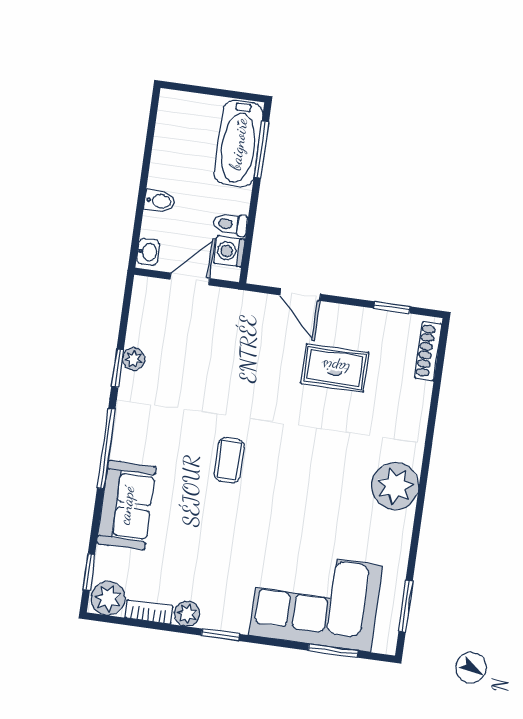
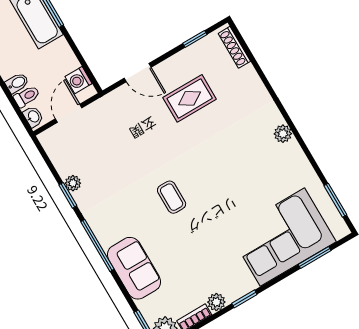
toilet: (230, 224) -> (27, 96), moved, turned 180
plant: (395, 486) -> (283, 134), width x0.53, depth x0.53

